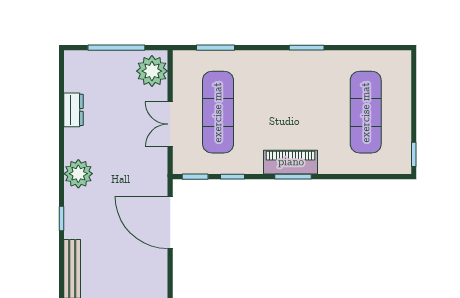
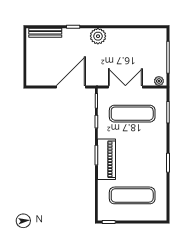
plant: (152, 71) -> (159, 81), width x0.53, depth x0.53
dresser: (74, 110) -> (133, 34), removed
double door: (170, 124) -> (125, 87), width x1.37
piano: (291, 162) -> (107, 159), width x1.37, depth x1.33

